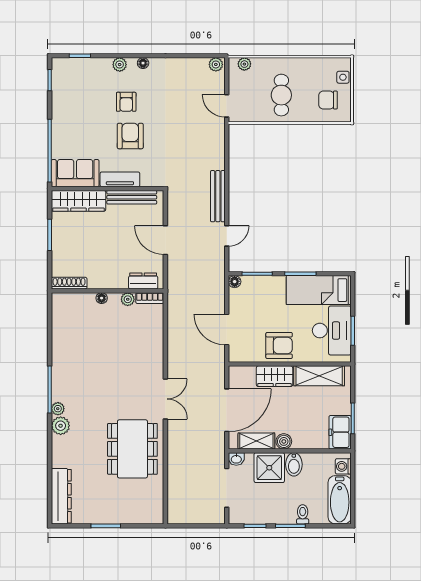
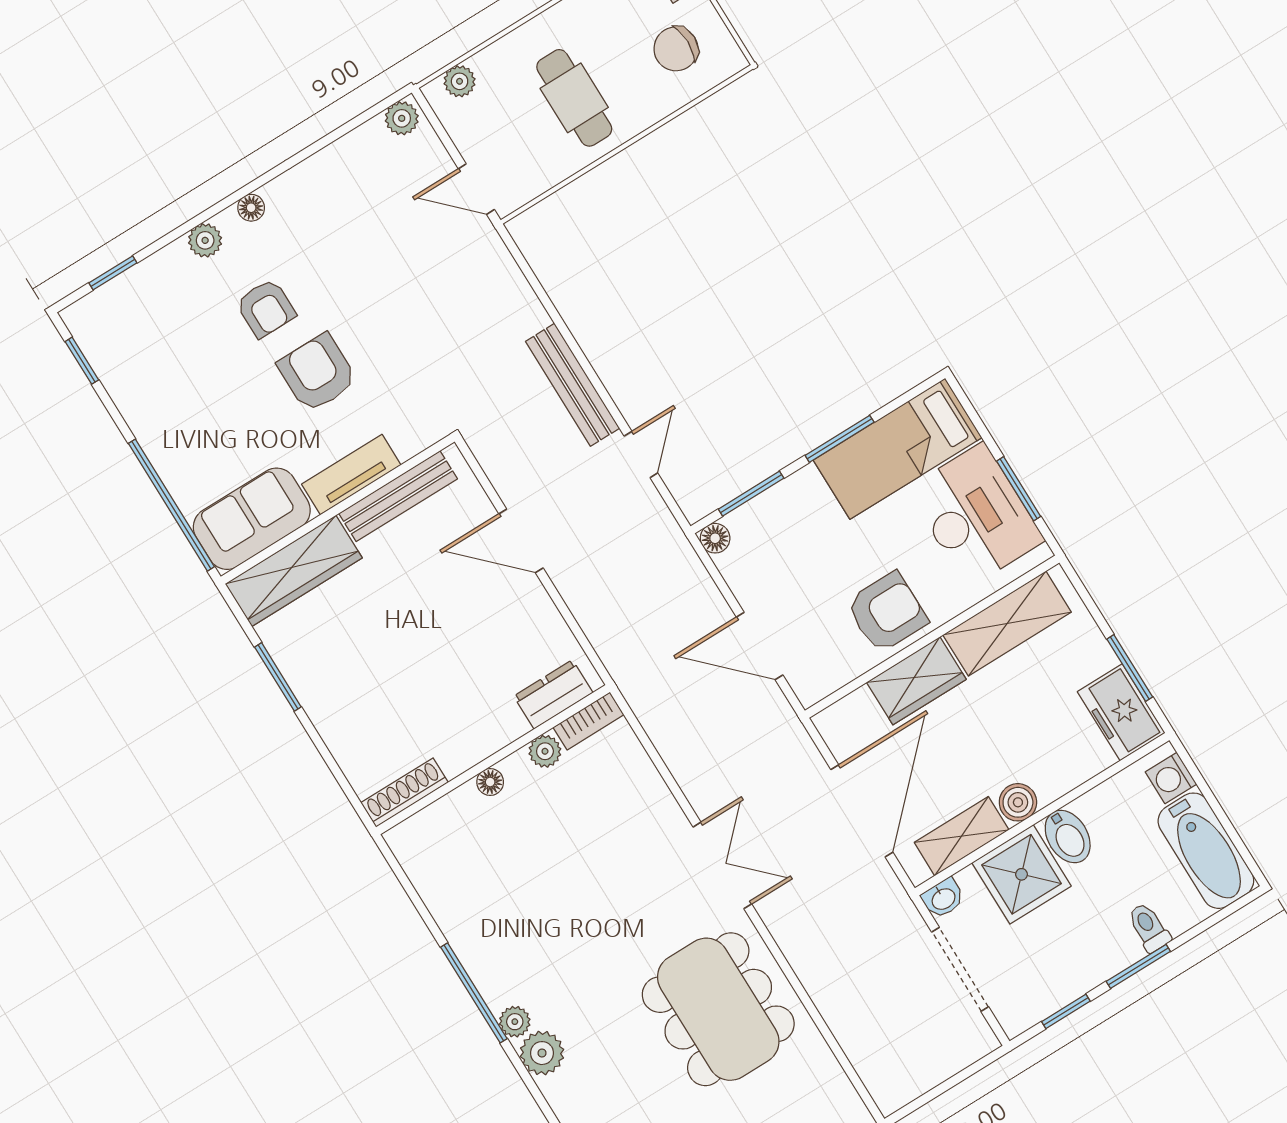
dresser: (143, 281) -> (553, 694), moved
shoe rack: (69, 283) -> (405, 793), moved
wall: (108, 291) -> (493, 760), moved
floor lamp: (102, 298) -> (490, 782), moved
bookcase: (150, 298) -> (589, 721), moved
plant: (128, 299) -> (545, 751), moved

